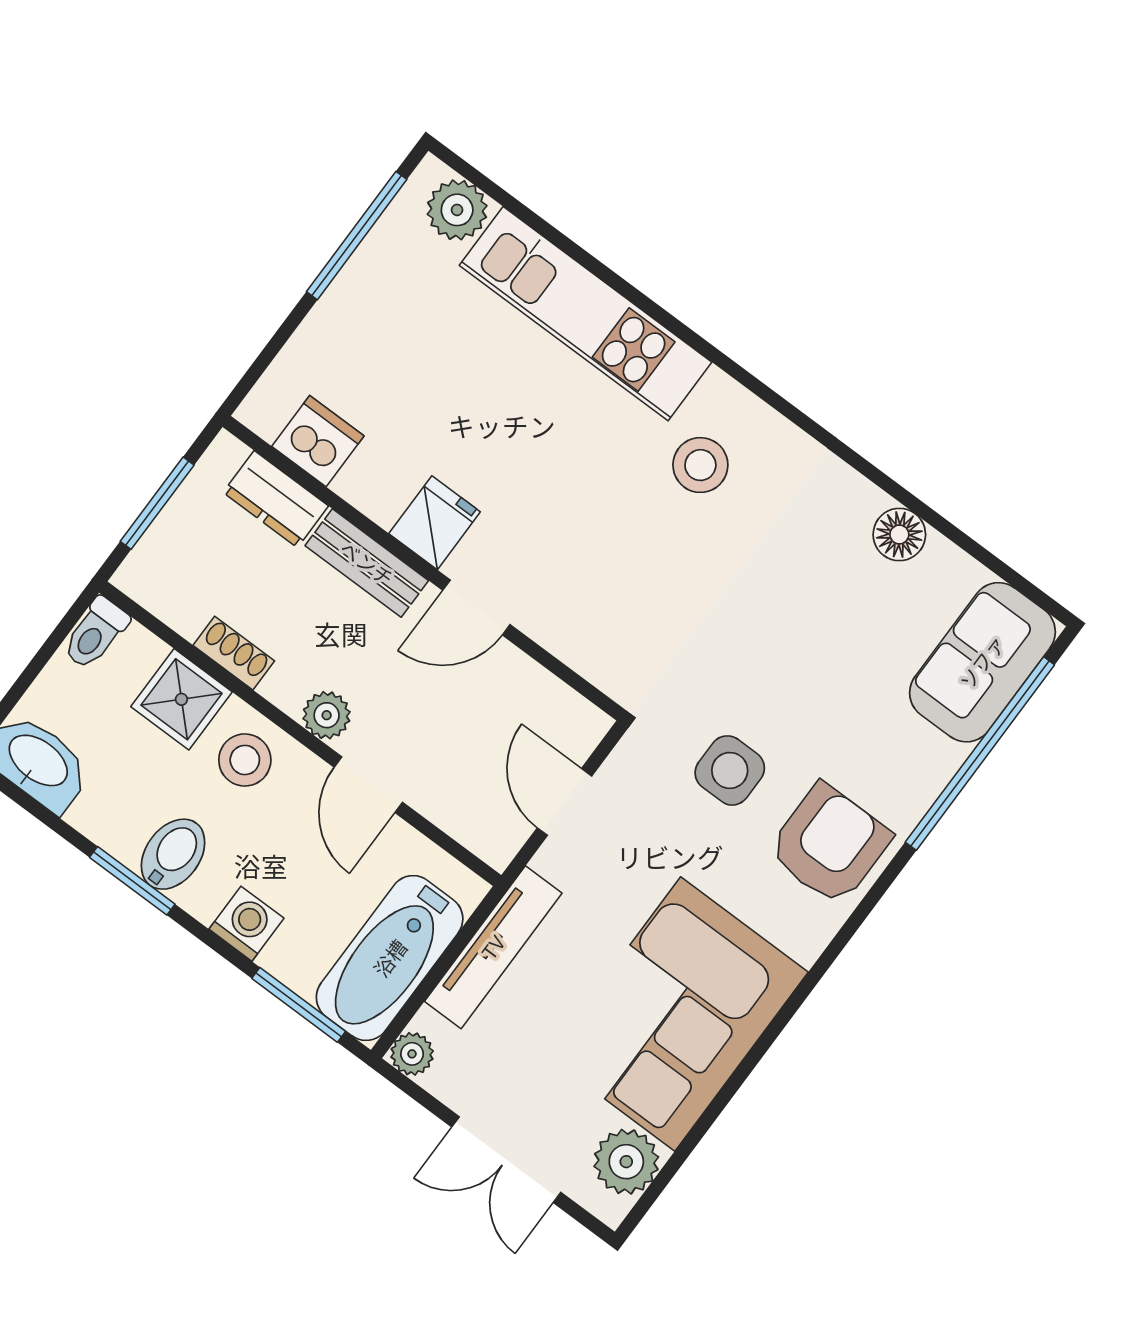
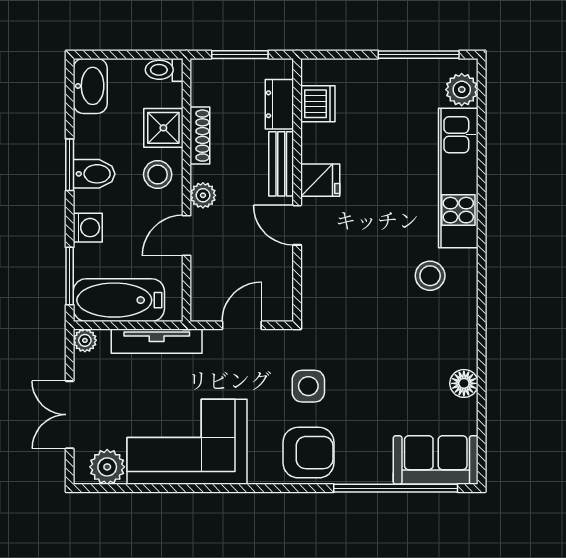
shoe rack: (234, 653) -> (200, 136), width x1.43

